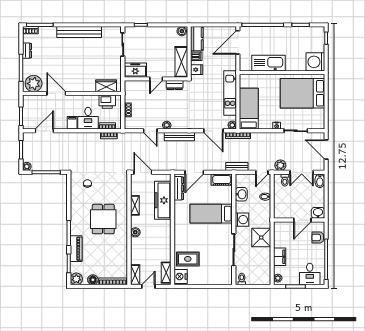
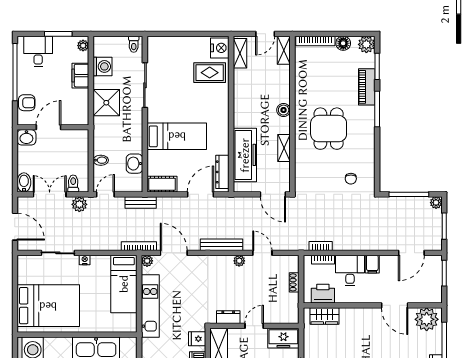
washing machine: (242, 220) -> (102, 66), moved, turned 180

